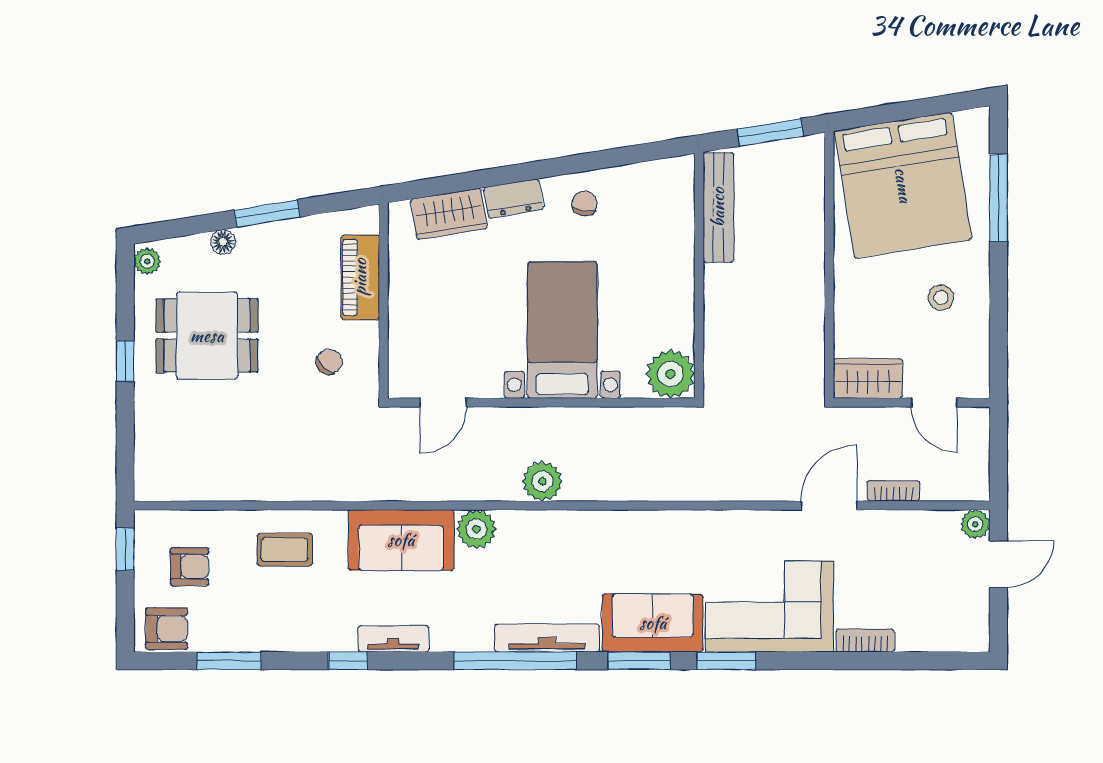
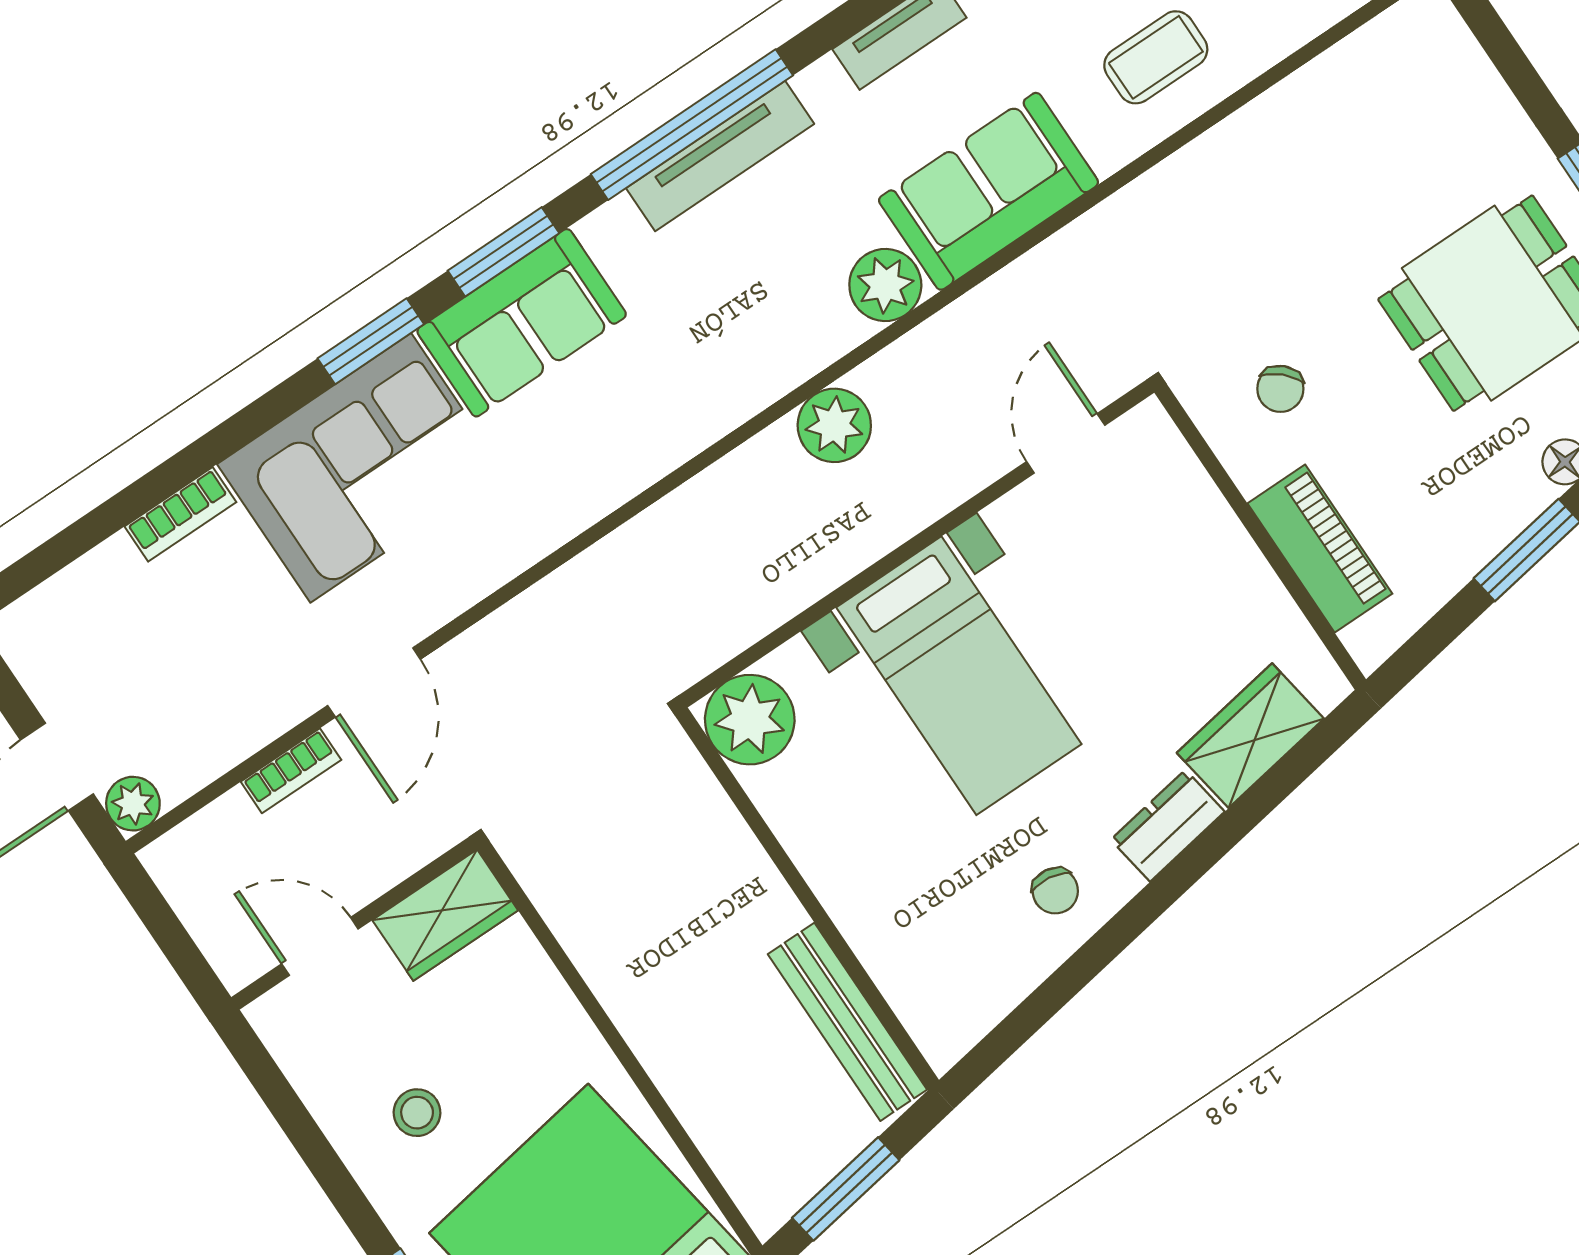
tv unit: (547, 638) -> (720, 156), moved

